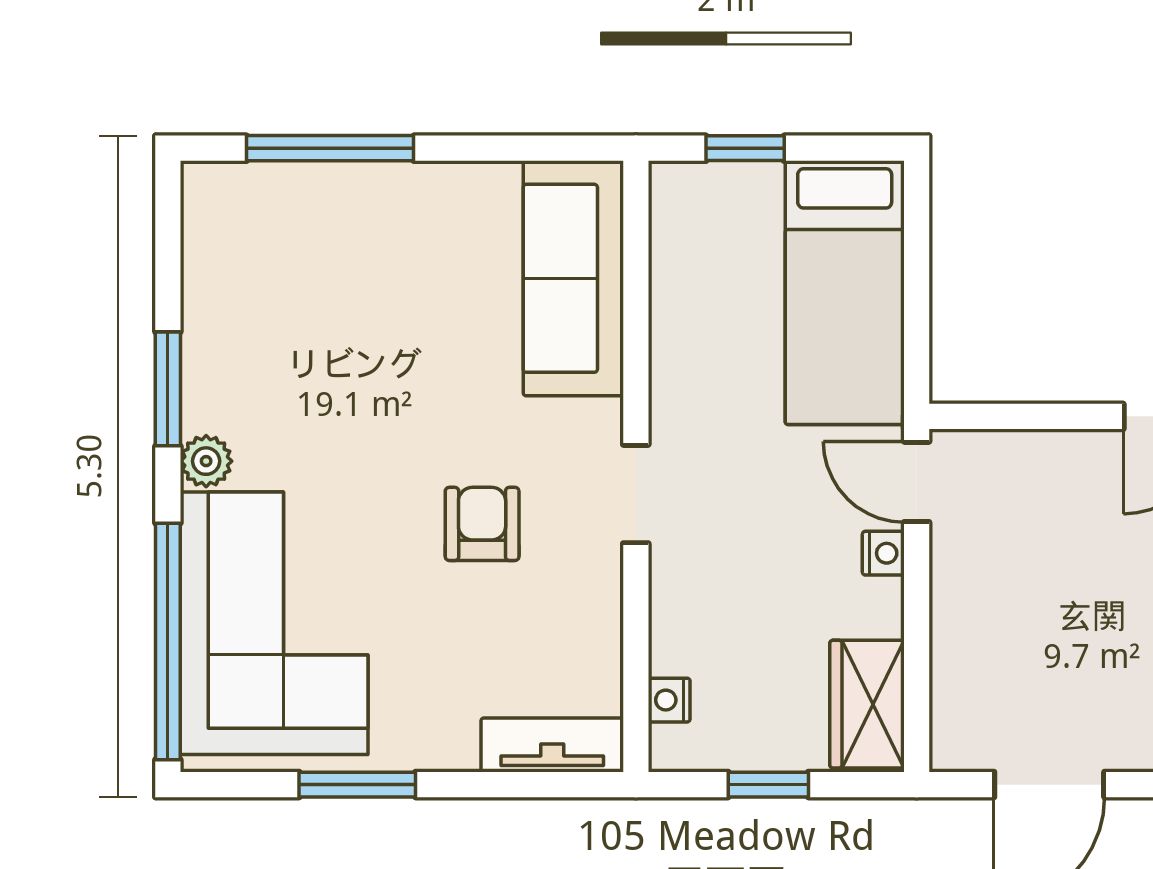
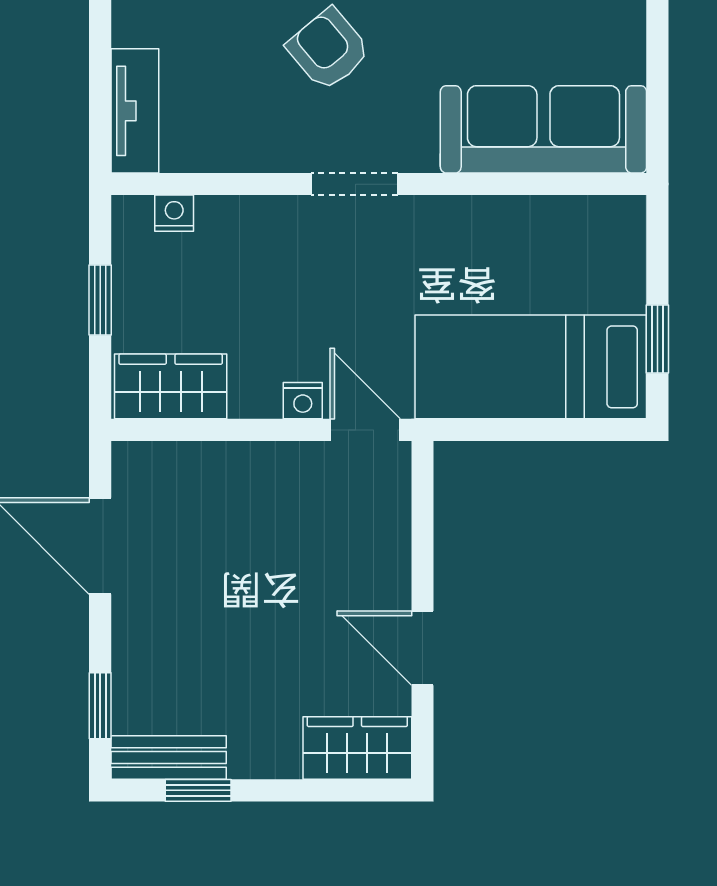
window: (745, 148) -> (657, 339), moved
door: (917, 482) -> (365, 430), hinge flipped
armchair: (482, 524) -> (328, 49), turned -130

